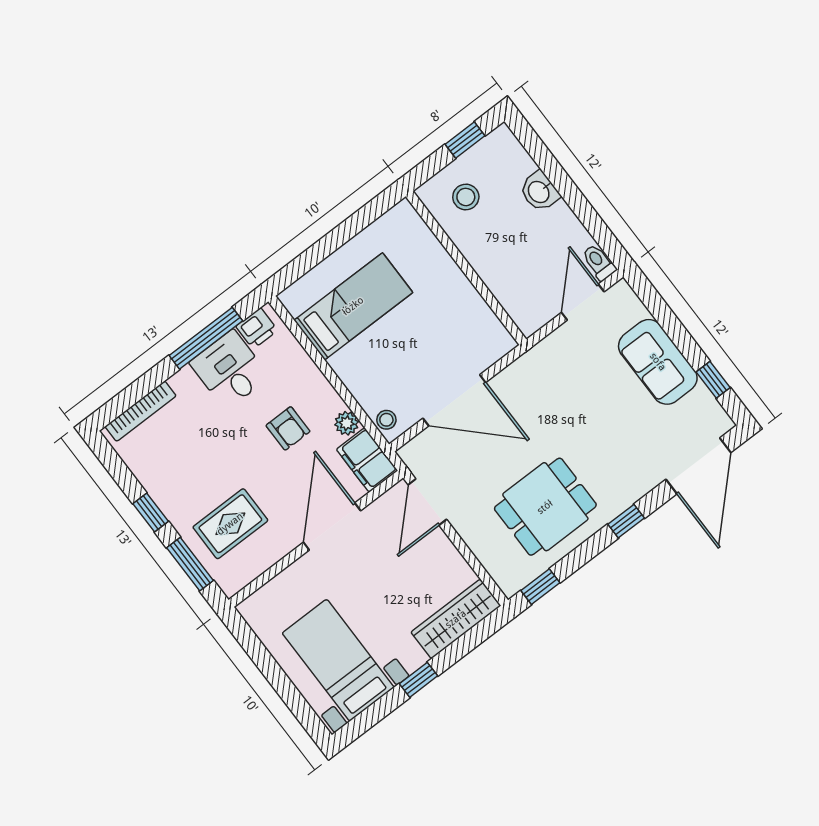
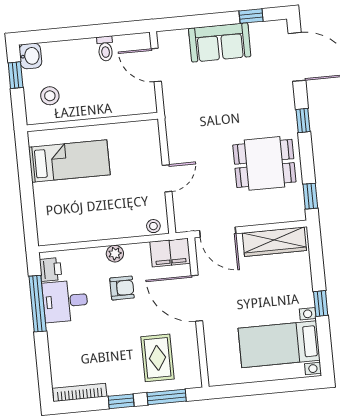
washbasin: (539, 191) -> (30, 56), moved, turned -90
toilet: (599, 262) -> (105, 49), moved, turned -90
bed: (353, 306) -> (69, 161), moved, turned 90
door: (454, 400) -> (167, 178), width x0.53
bookcase: (141, 411) -> (80, 392), moved, turned -90
plant: (347, 423) -> (115, 254), moved
dining table: (545, 507) -> (264, 163), turned 90
wardrobe: (456, 619) -> (274, 242), moved, turned -90

